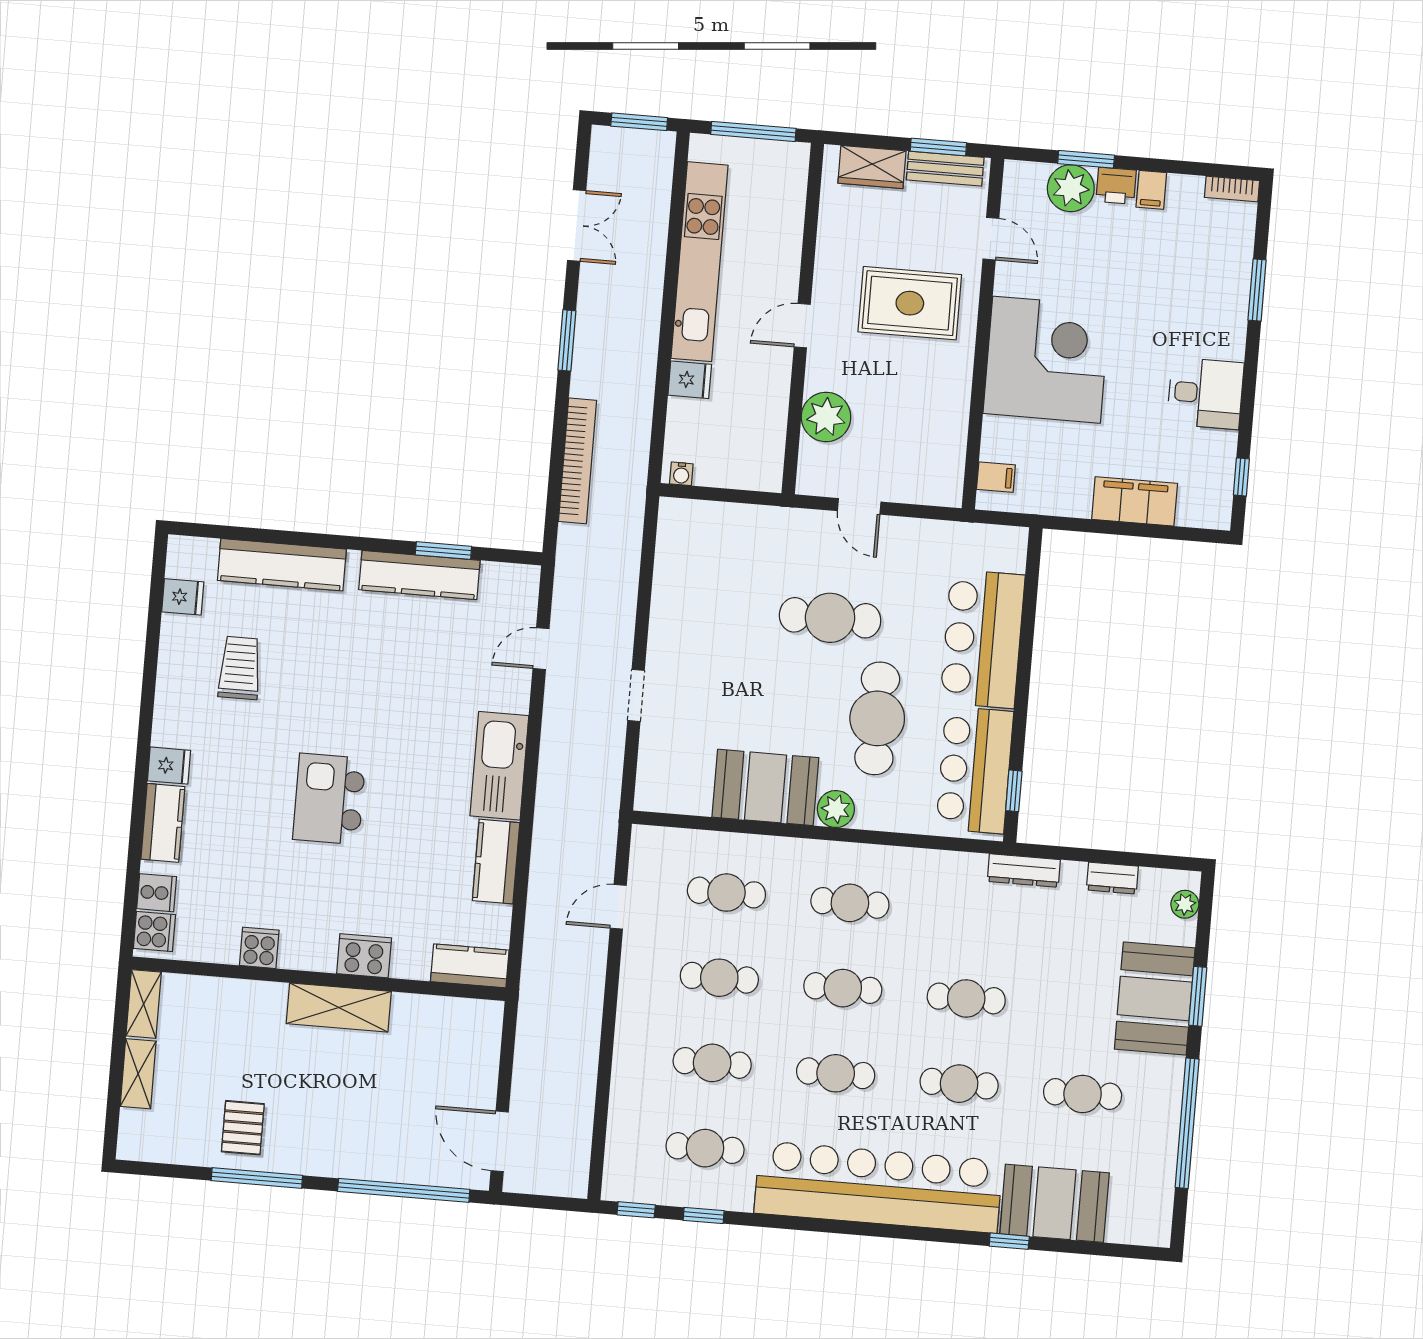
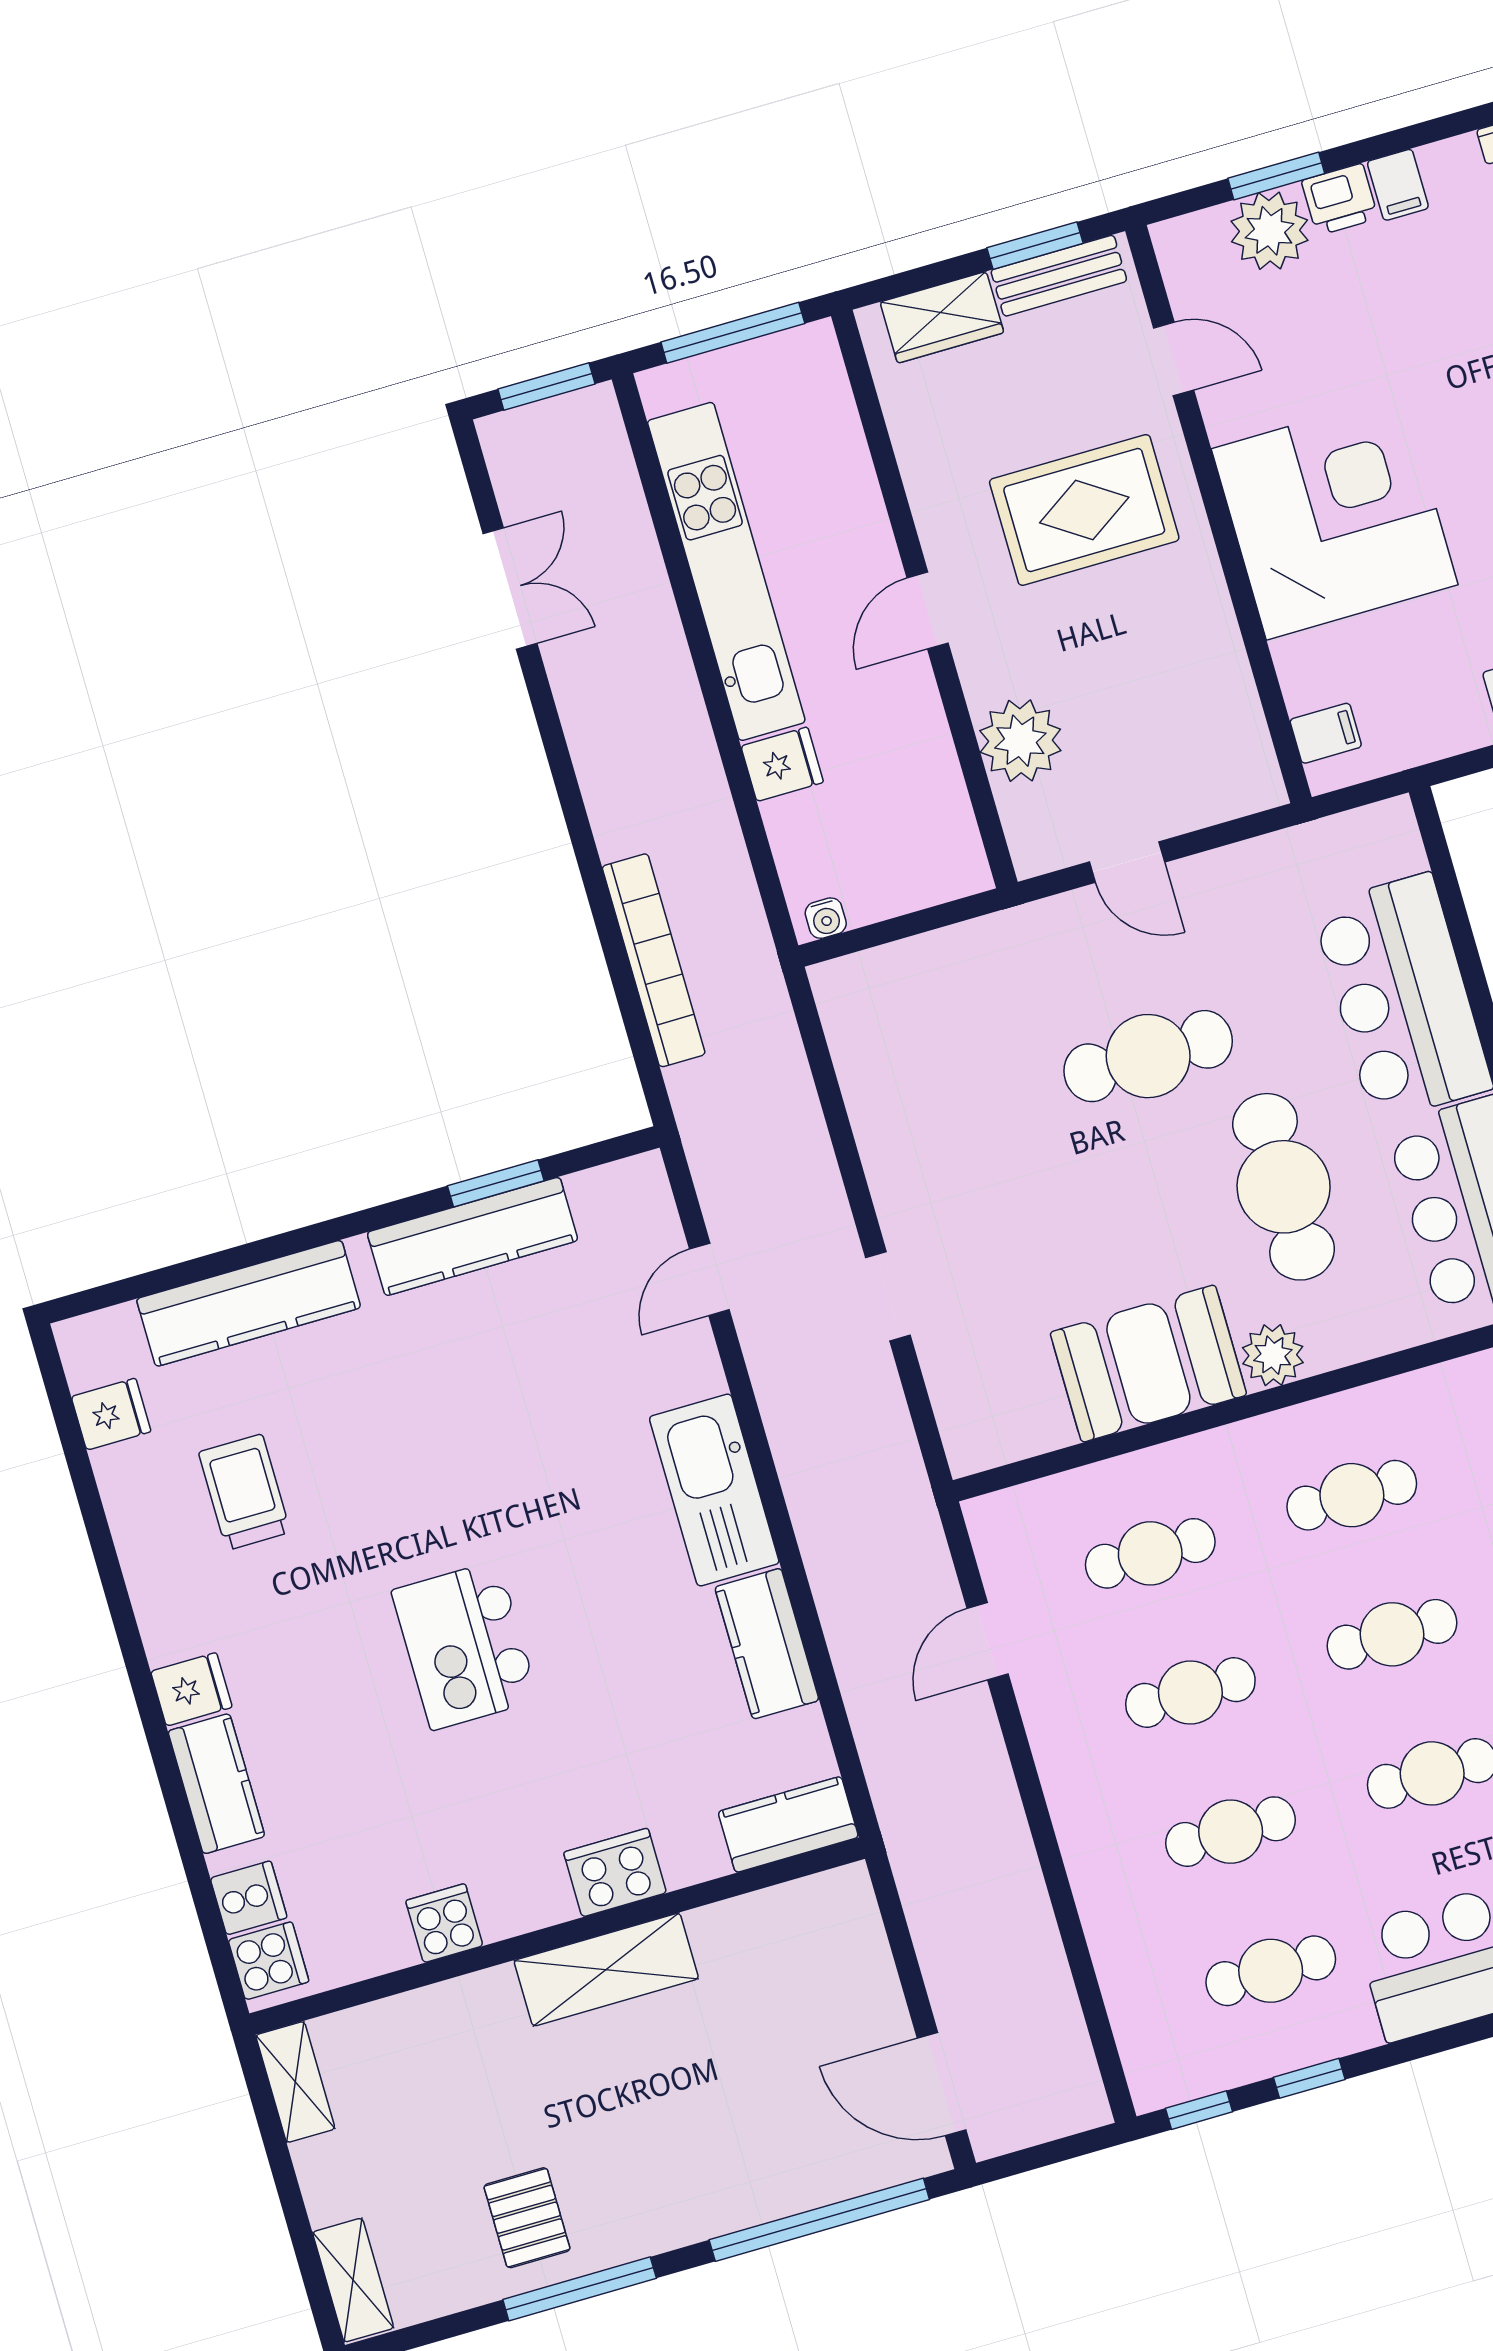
window: (567, 340) -> (564, 776), removed
shelving: (138, 1074) -> (353, 2280), moved

